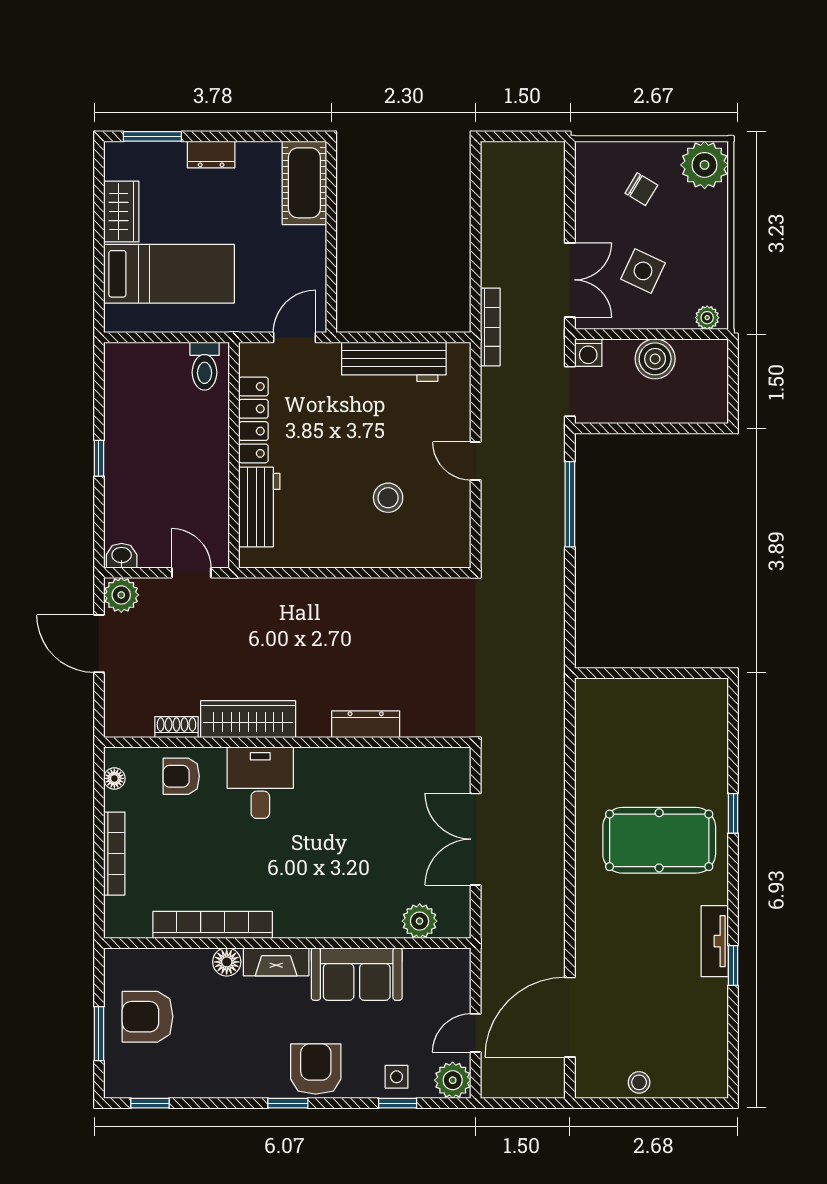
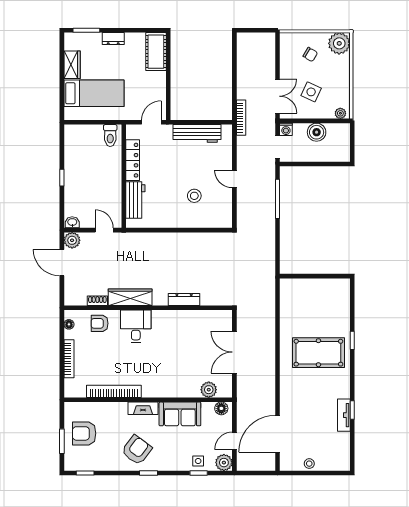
tv unit: (715, 941) -> (344, 415), moved
floor lamp: (227, 962) -> (221, 408), moved
armchair: (316, 1069) -> (137, 450), moved, turned 37

